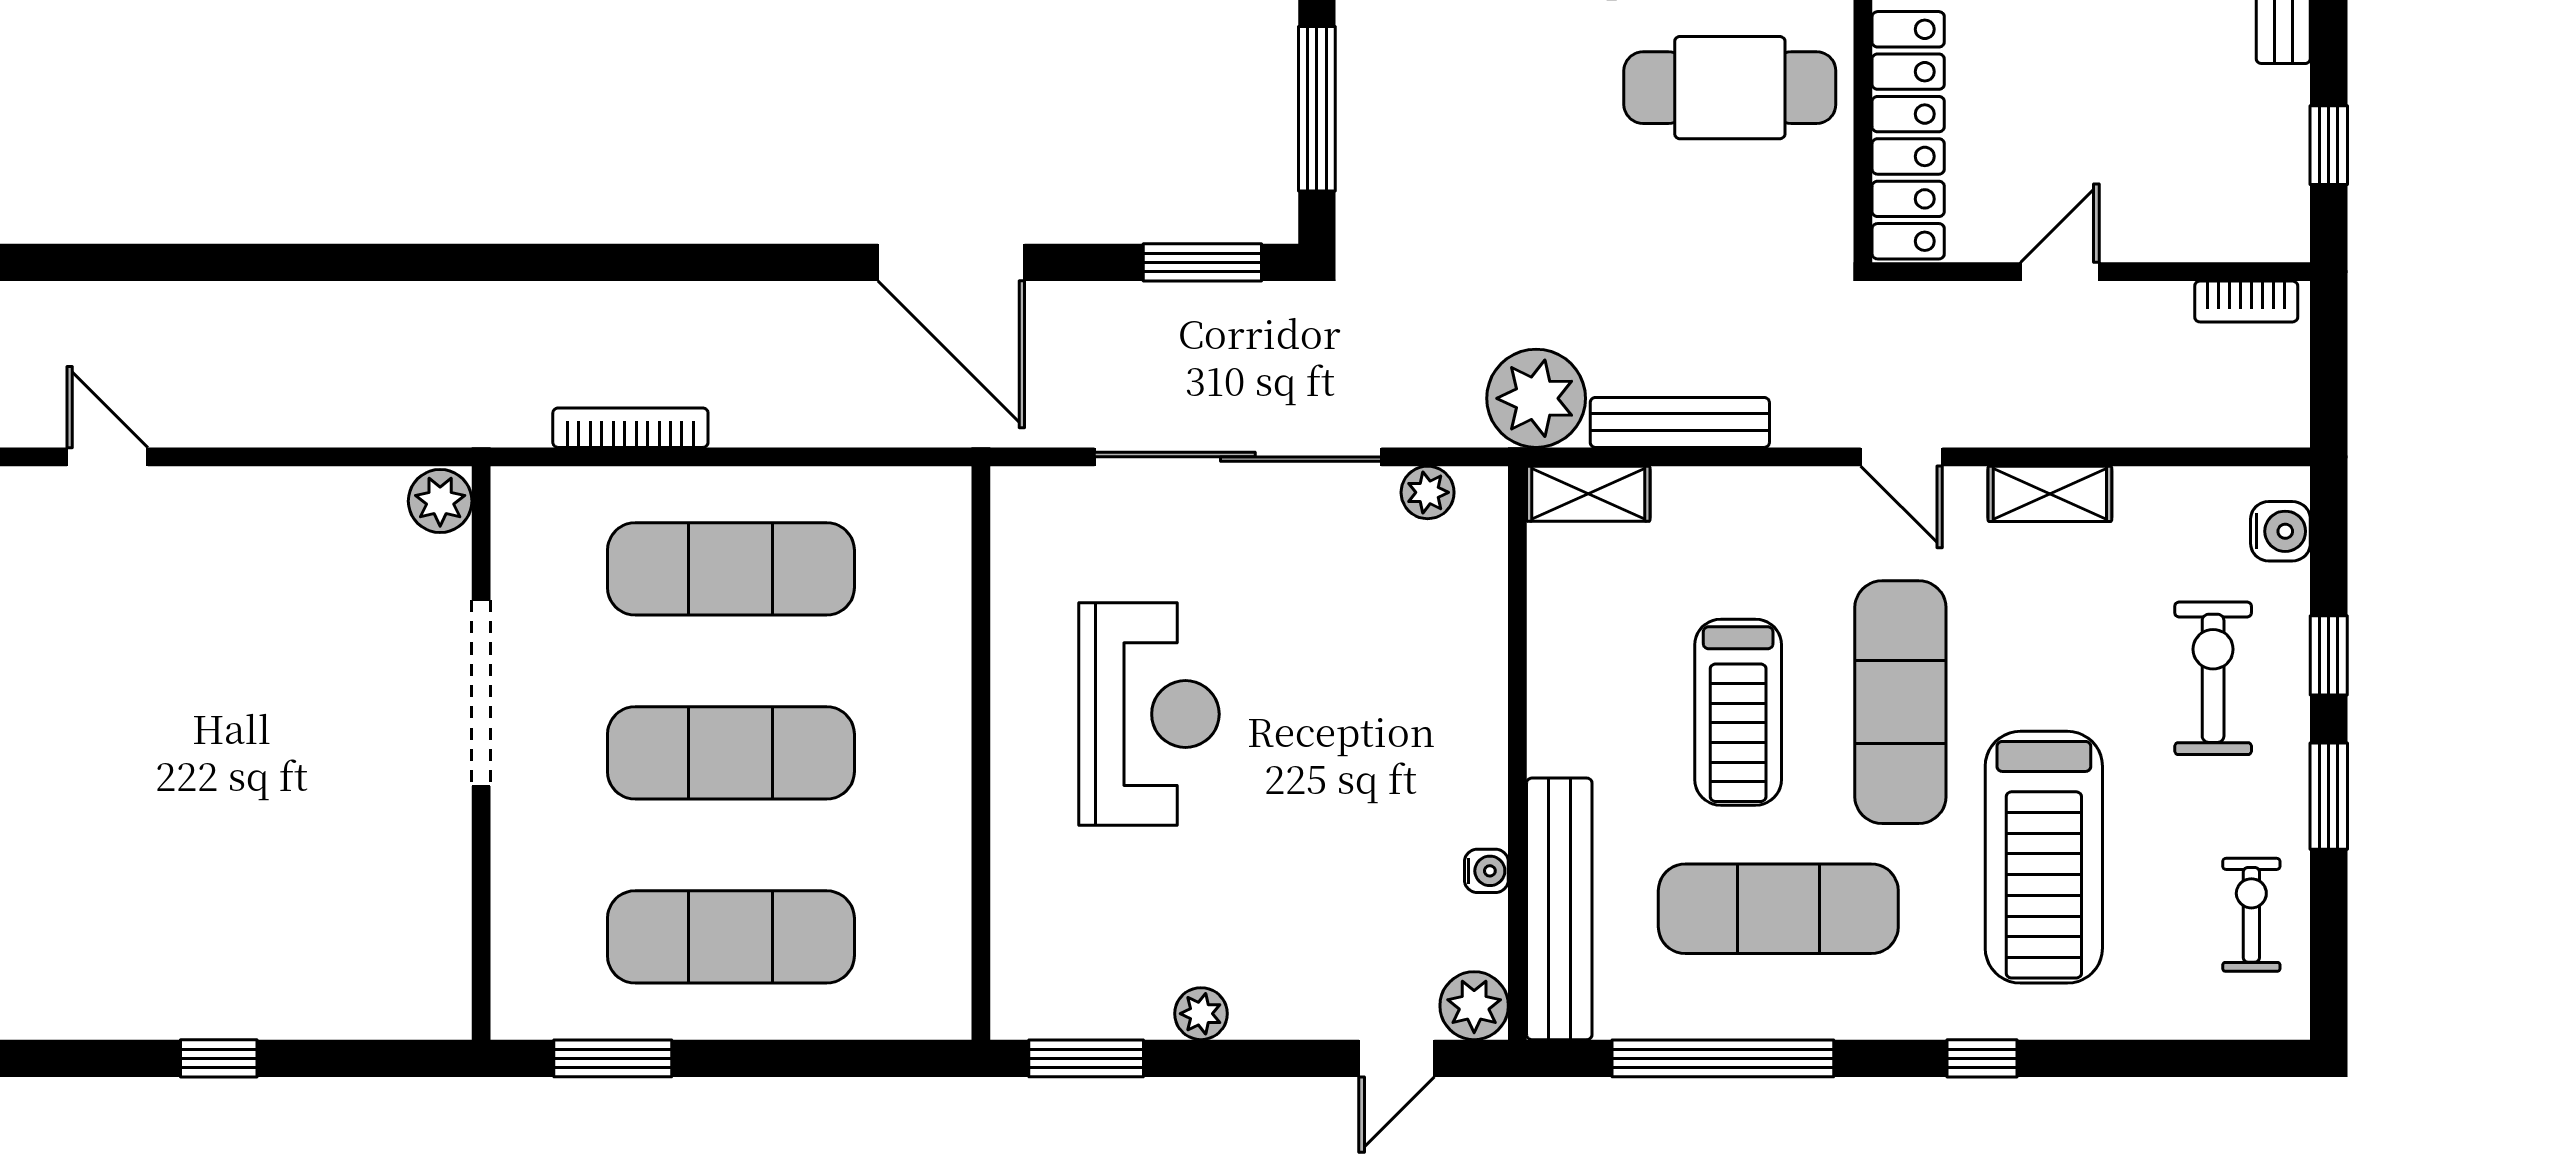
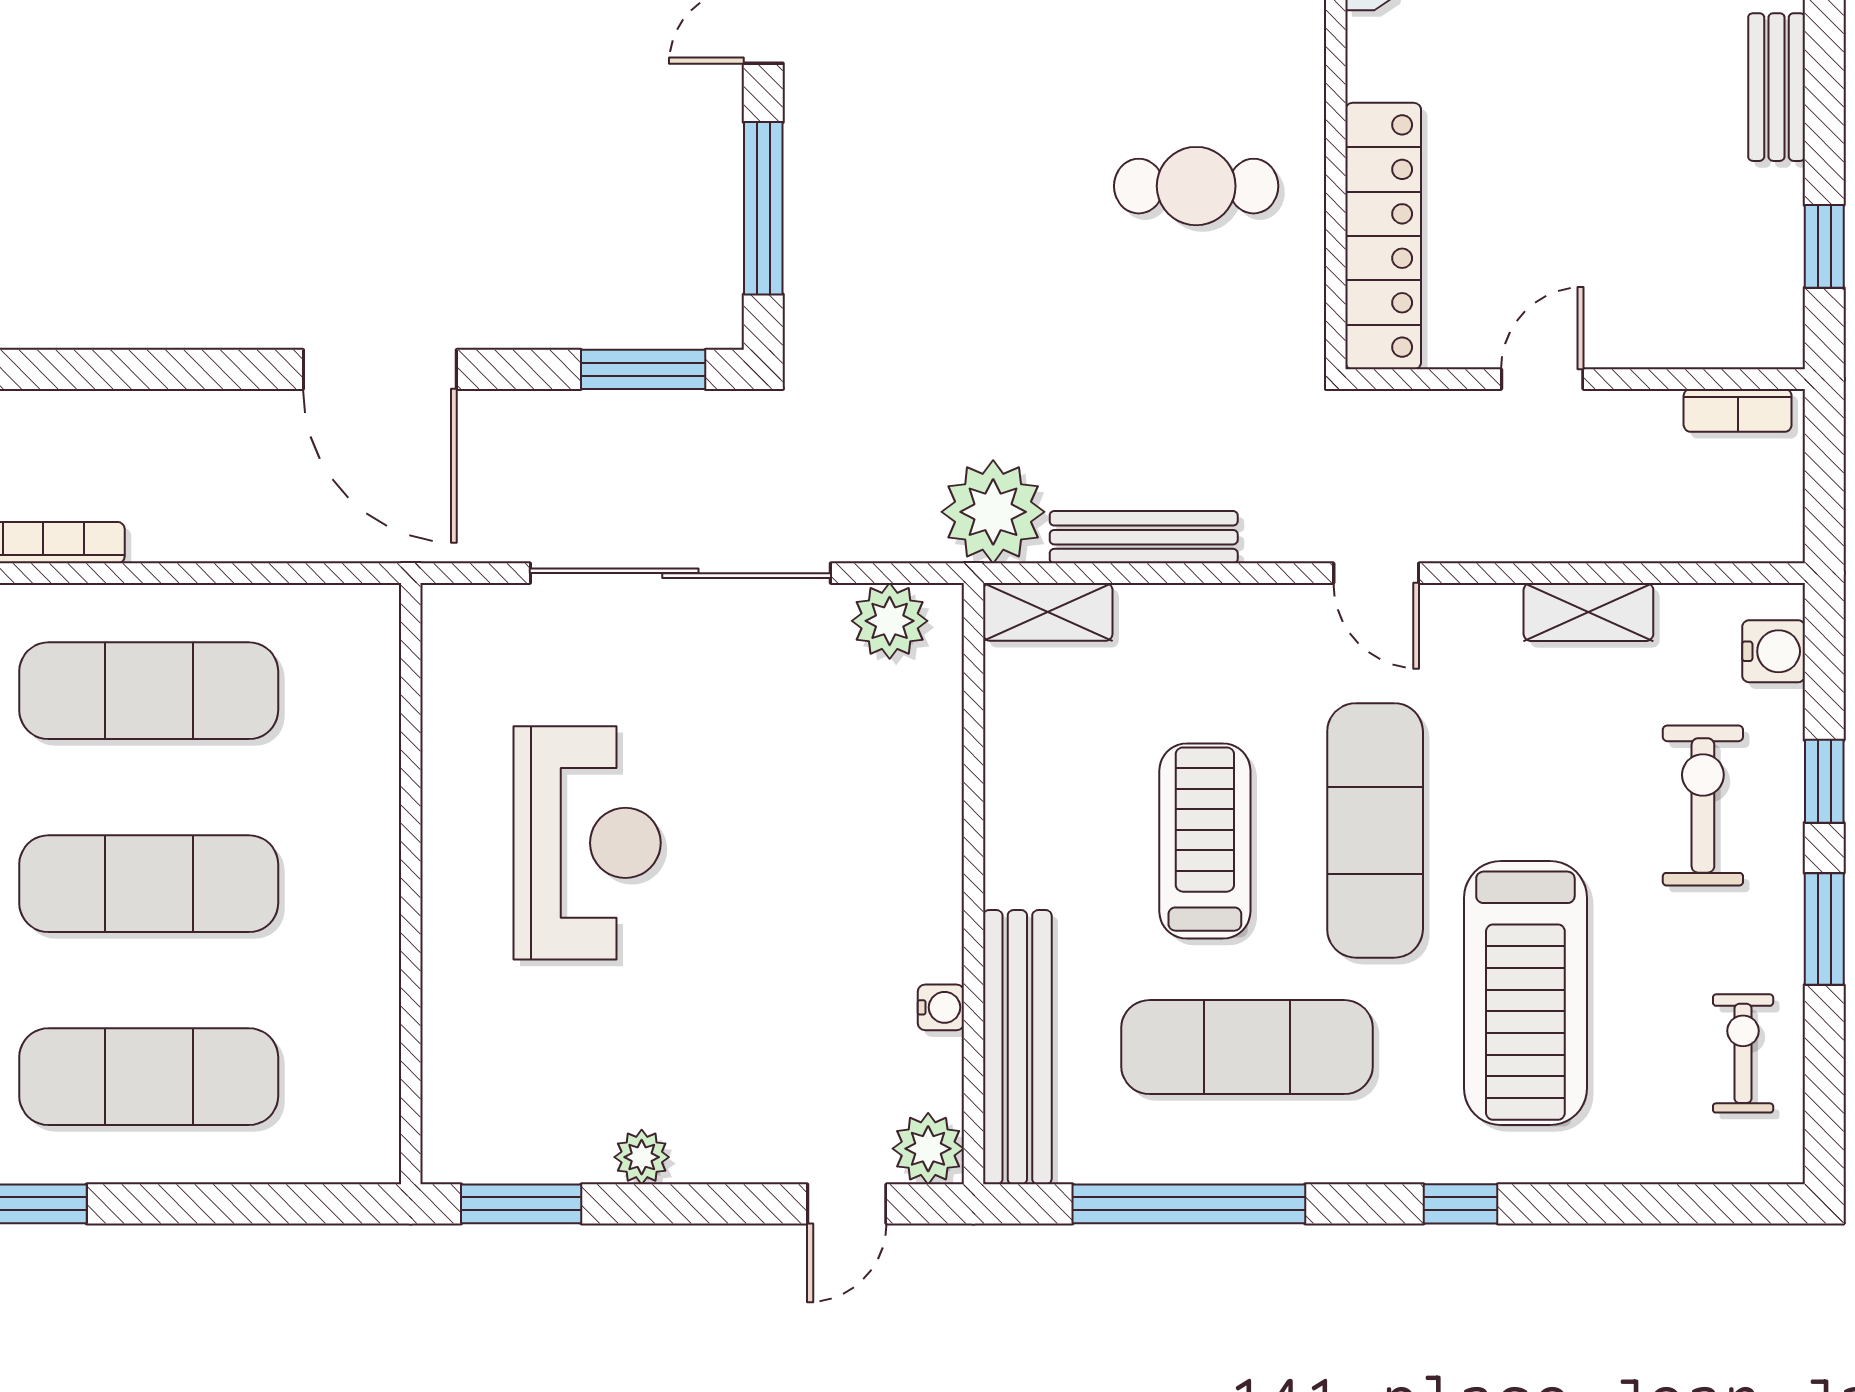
cafe table: (1730, 88) -> (1196, 186), width x0.73, depth x0.74
plant: (1428, 492) -> (890, 621), width x1.38, depth x1.38
shelving: (2050, 494) -> (1588, 612), moved
treadmill: (1738, 712) -> (1205, 841), turned 180

